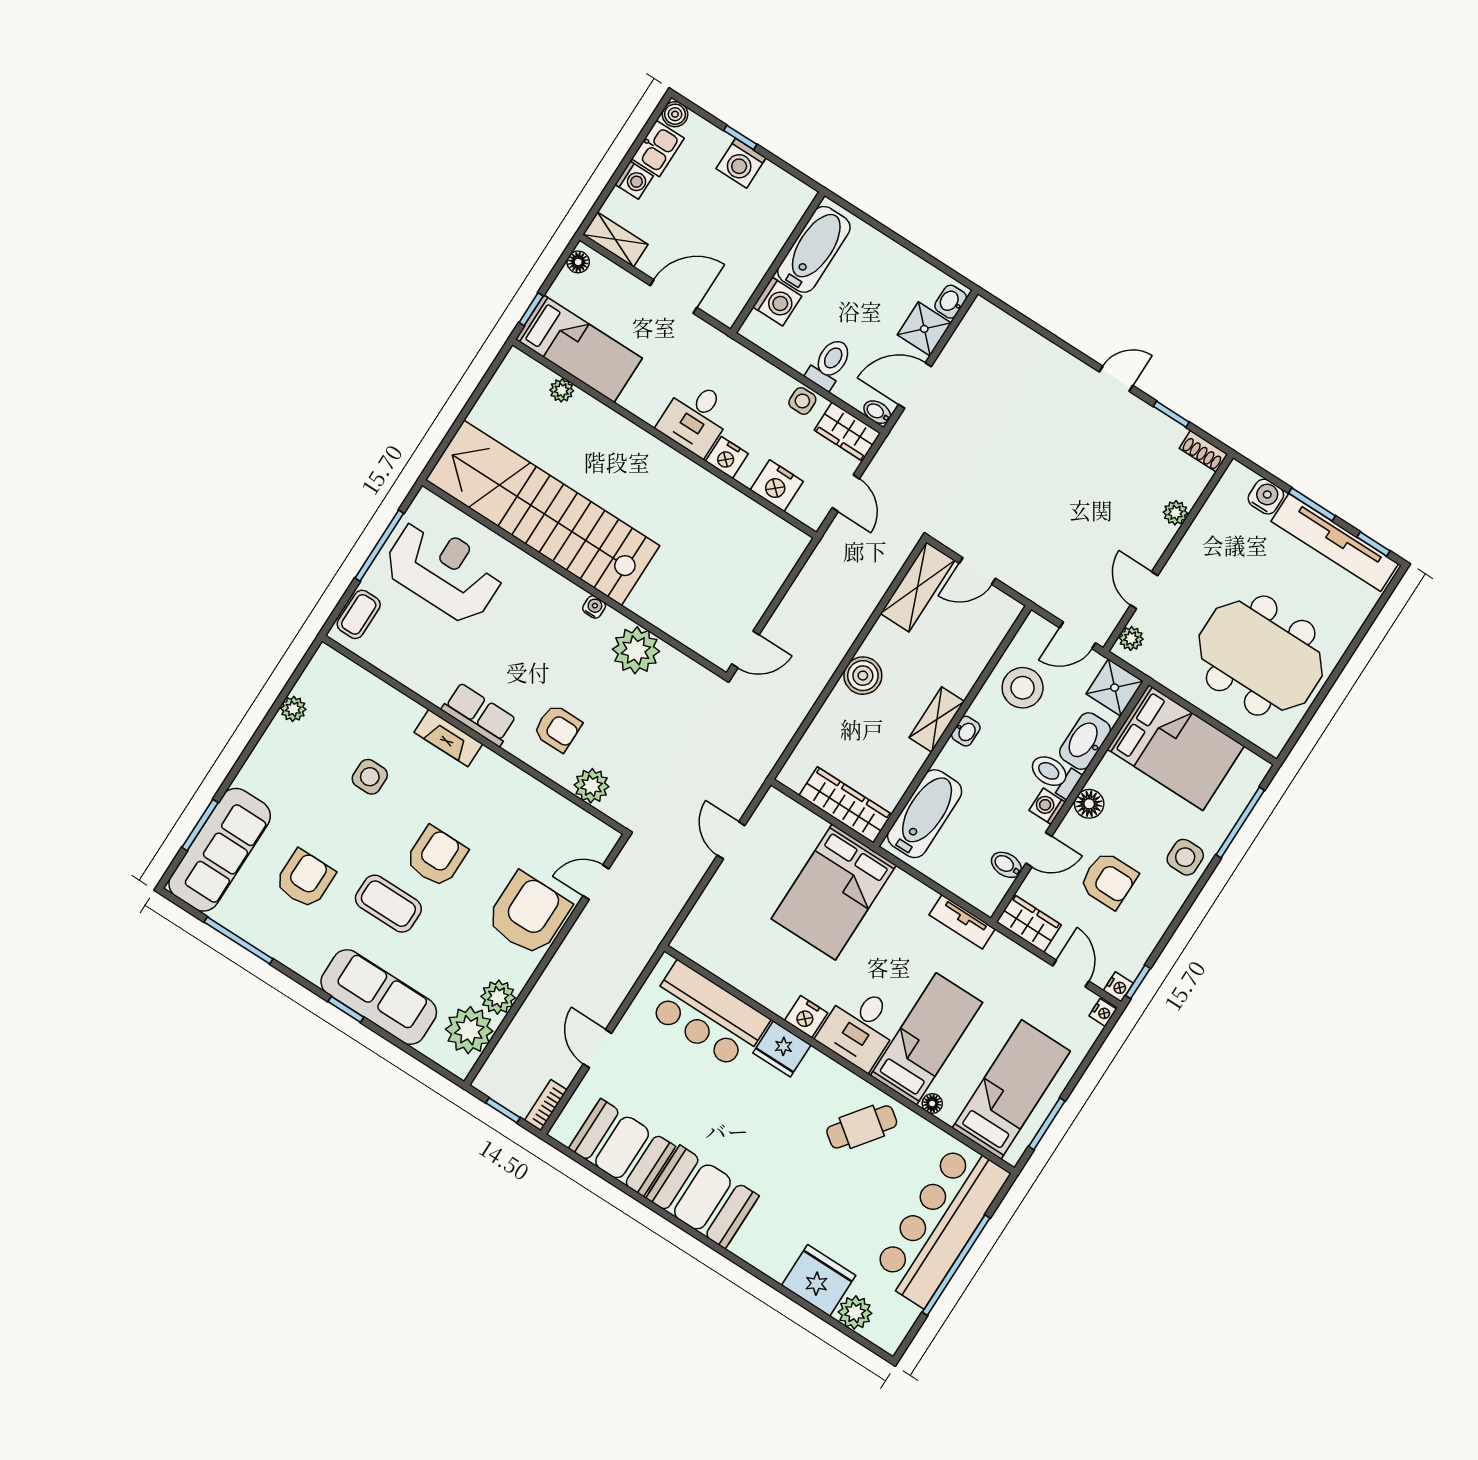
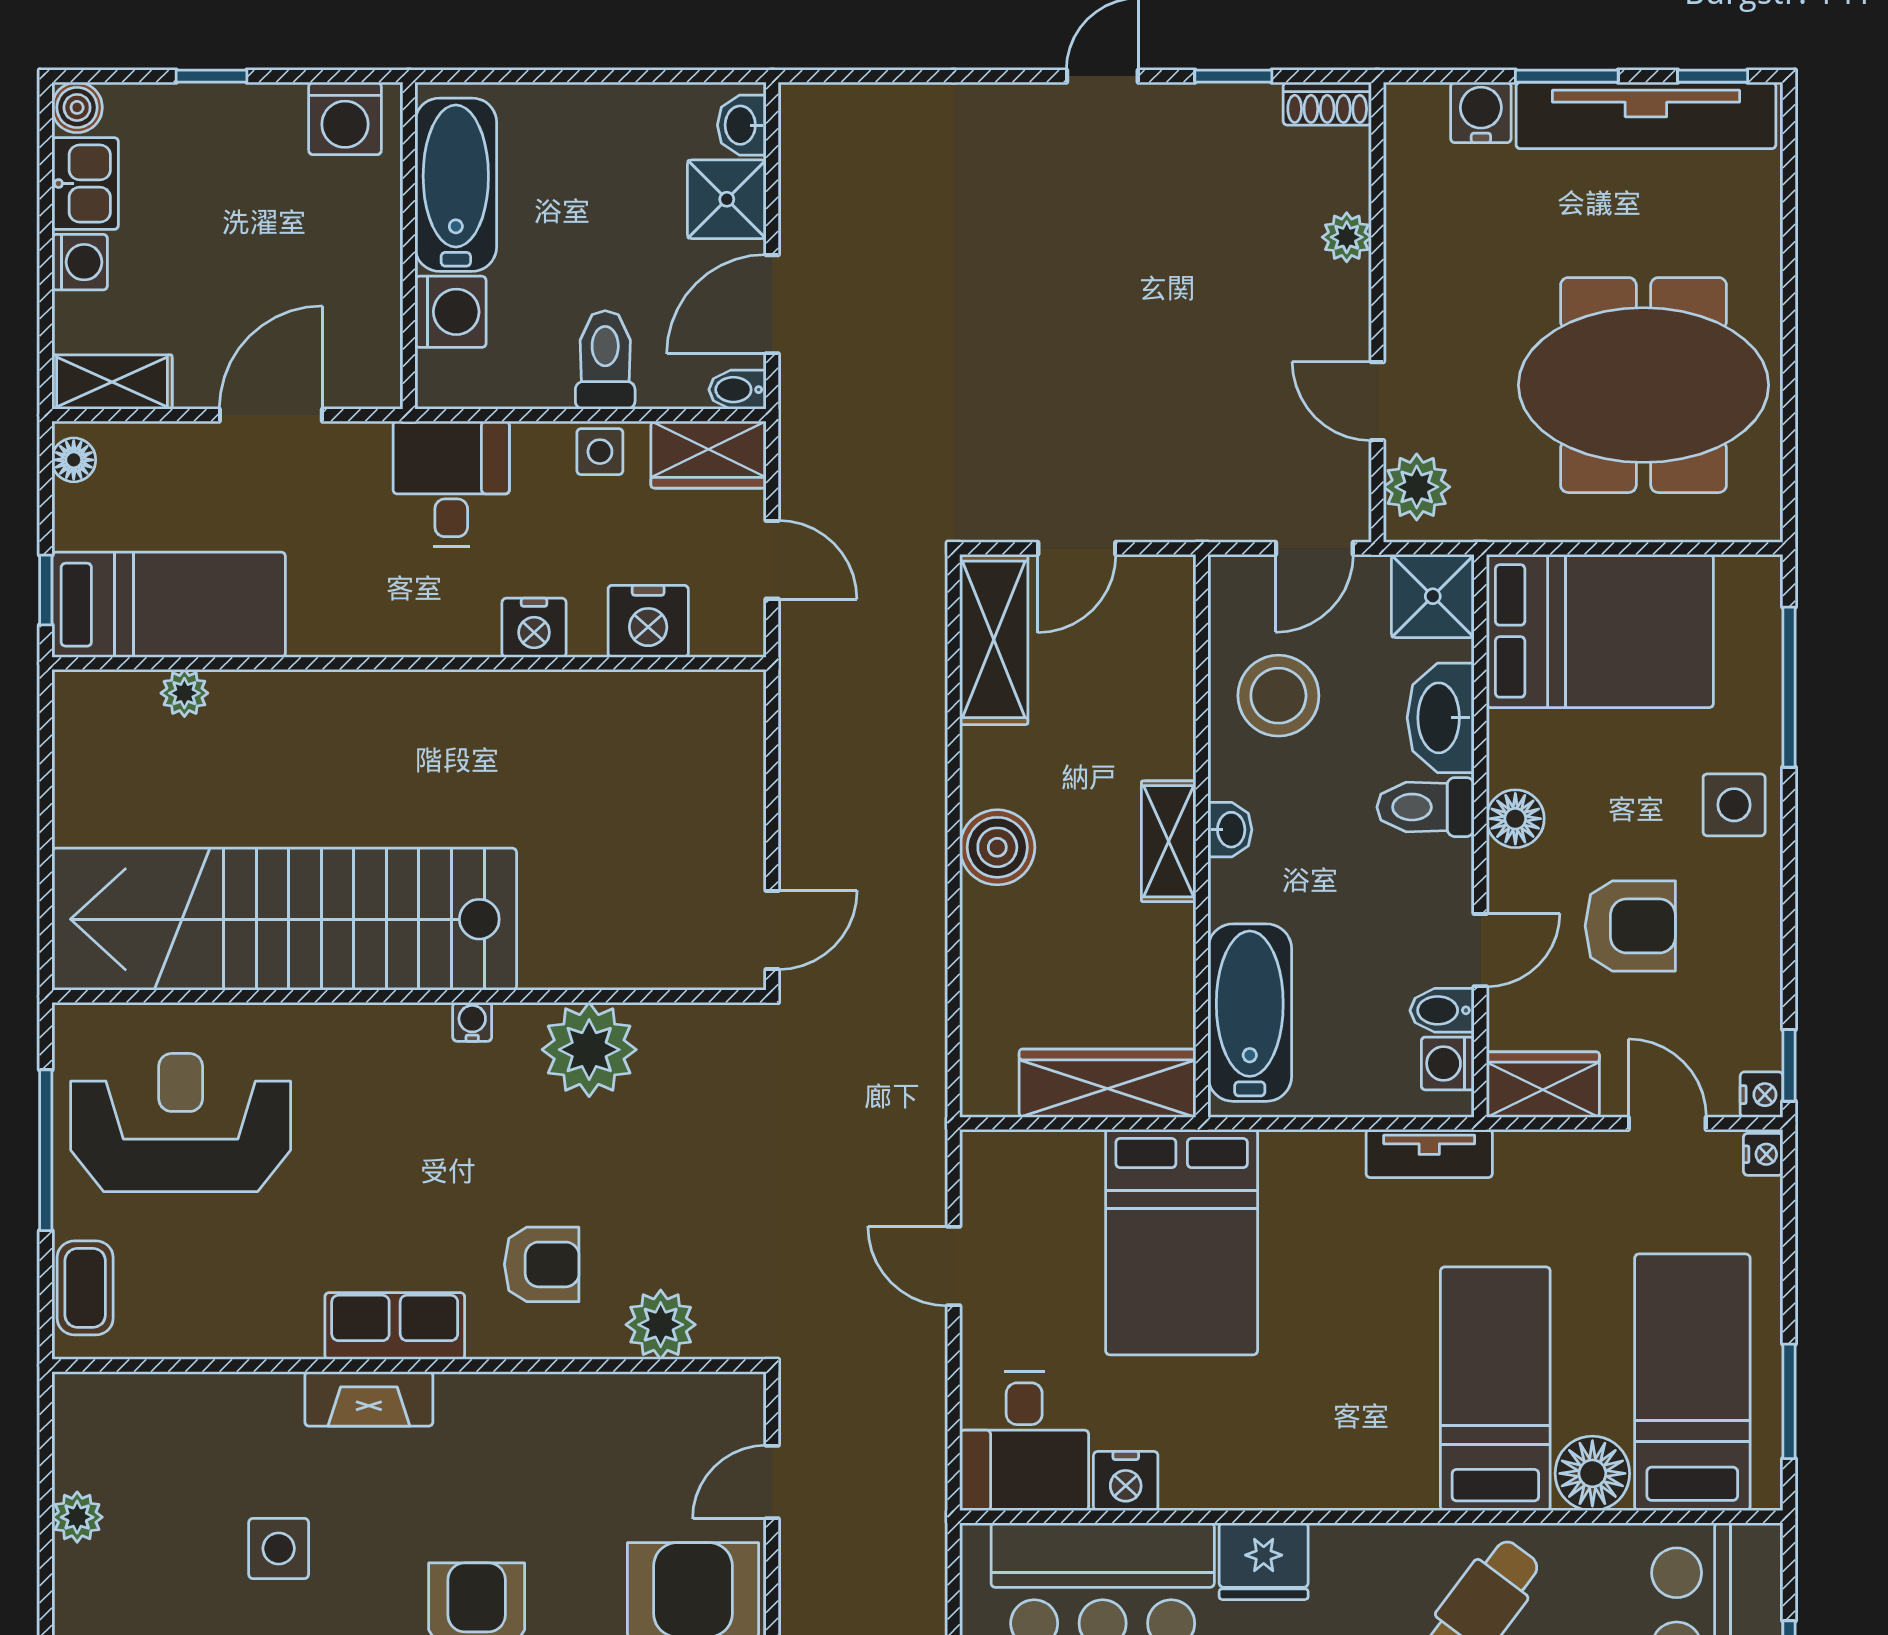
washing machine: (741, 163) -> (345, 118), moved
desk: (696, 418) -> (451, 484), moved, turned 180
plant: (1131, 638) -> (1417, 487), width x1.38, depth x1.38
washing machine: (1047, 806) -> (1448, 1063), moved
nightstand: (806, 1017) -> (1126, 1481), moved
desk: (860, 1027) -> (1024, 1441), moved
floor lamp: (932, 1104) -> (1592, 1473), width x1.89, depth x1.89

